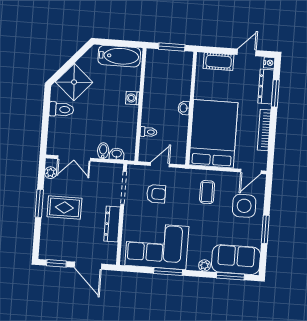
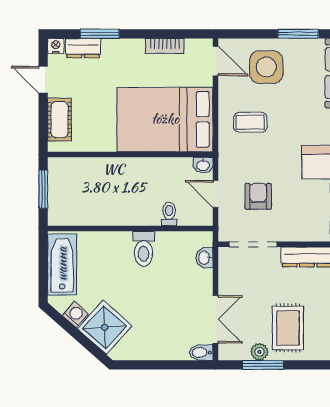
dresser: (266, 87) -> (83, 48), width x0.70
washing machine: (132, 98) -> (75, 314), moved, turned -138
washbasin: (184, 108) -> (203, 165), moved
toilet: (61, 109) -> (144, 249), moved, turned 180
bookcase: (264, 130) -> (165, 46), width x0.64
bidet: (103, 151) -> (201, 353), moved
plant: (51, 173) -> (259, 352), moved
window: (39, 203) -> (263, 365), moved

